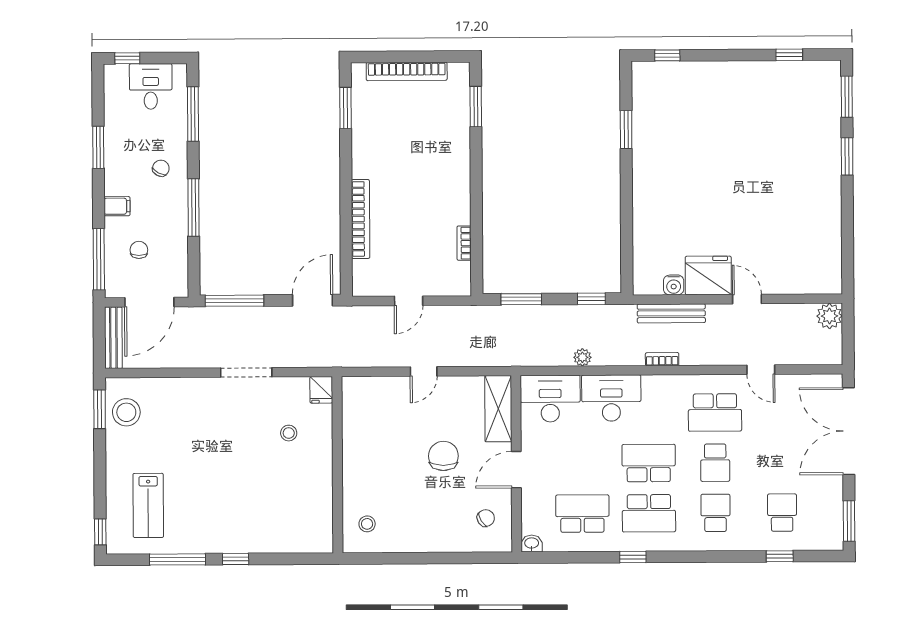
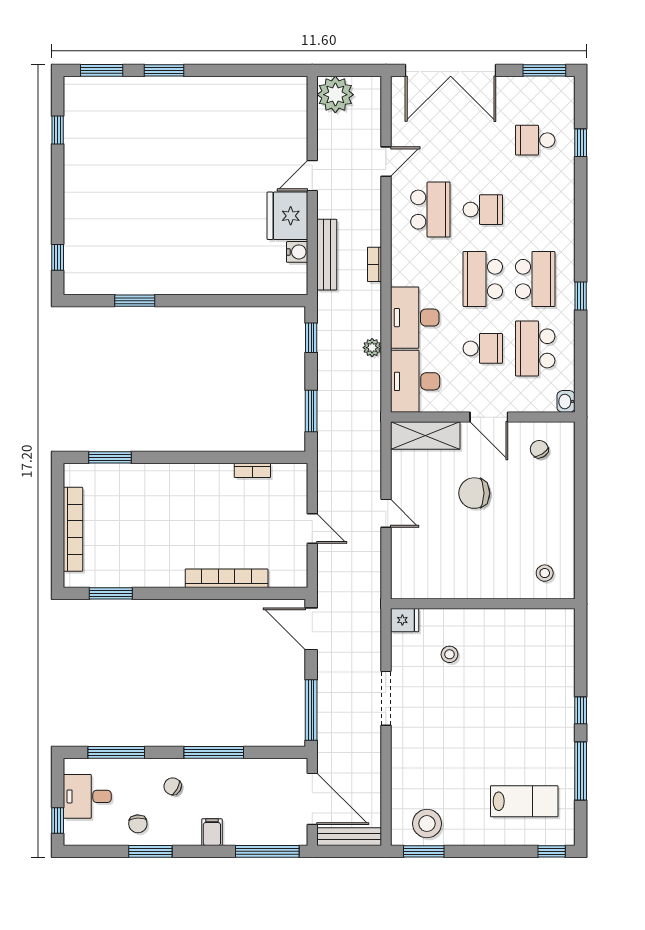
chair: (139, 250) -> (138, 824), moved, turned -93
plant: (829, 316) -> (335, 95), width x1.36, depth x1.36
school desk: (715, 513) -> (483, 348), moved, turned 180

